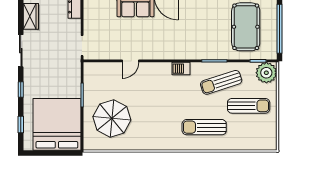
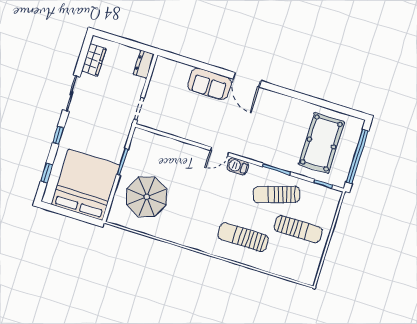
door: (131, 61) -> (219, 152), moved
plant: (266, 73) -> (328, 199), removed

